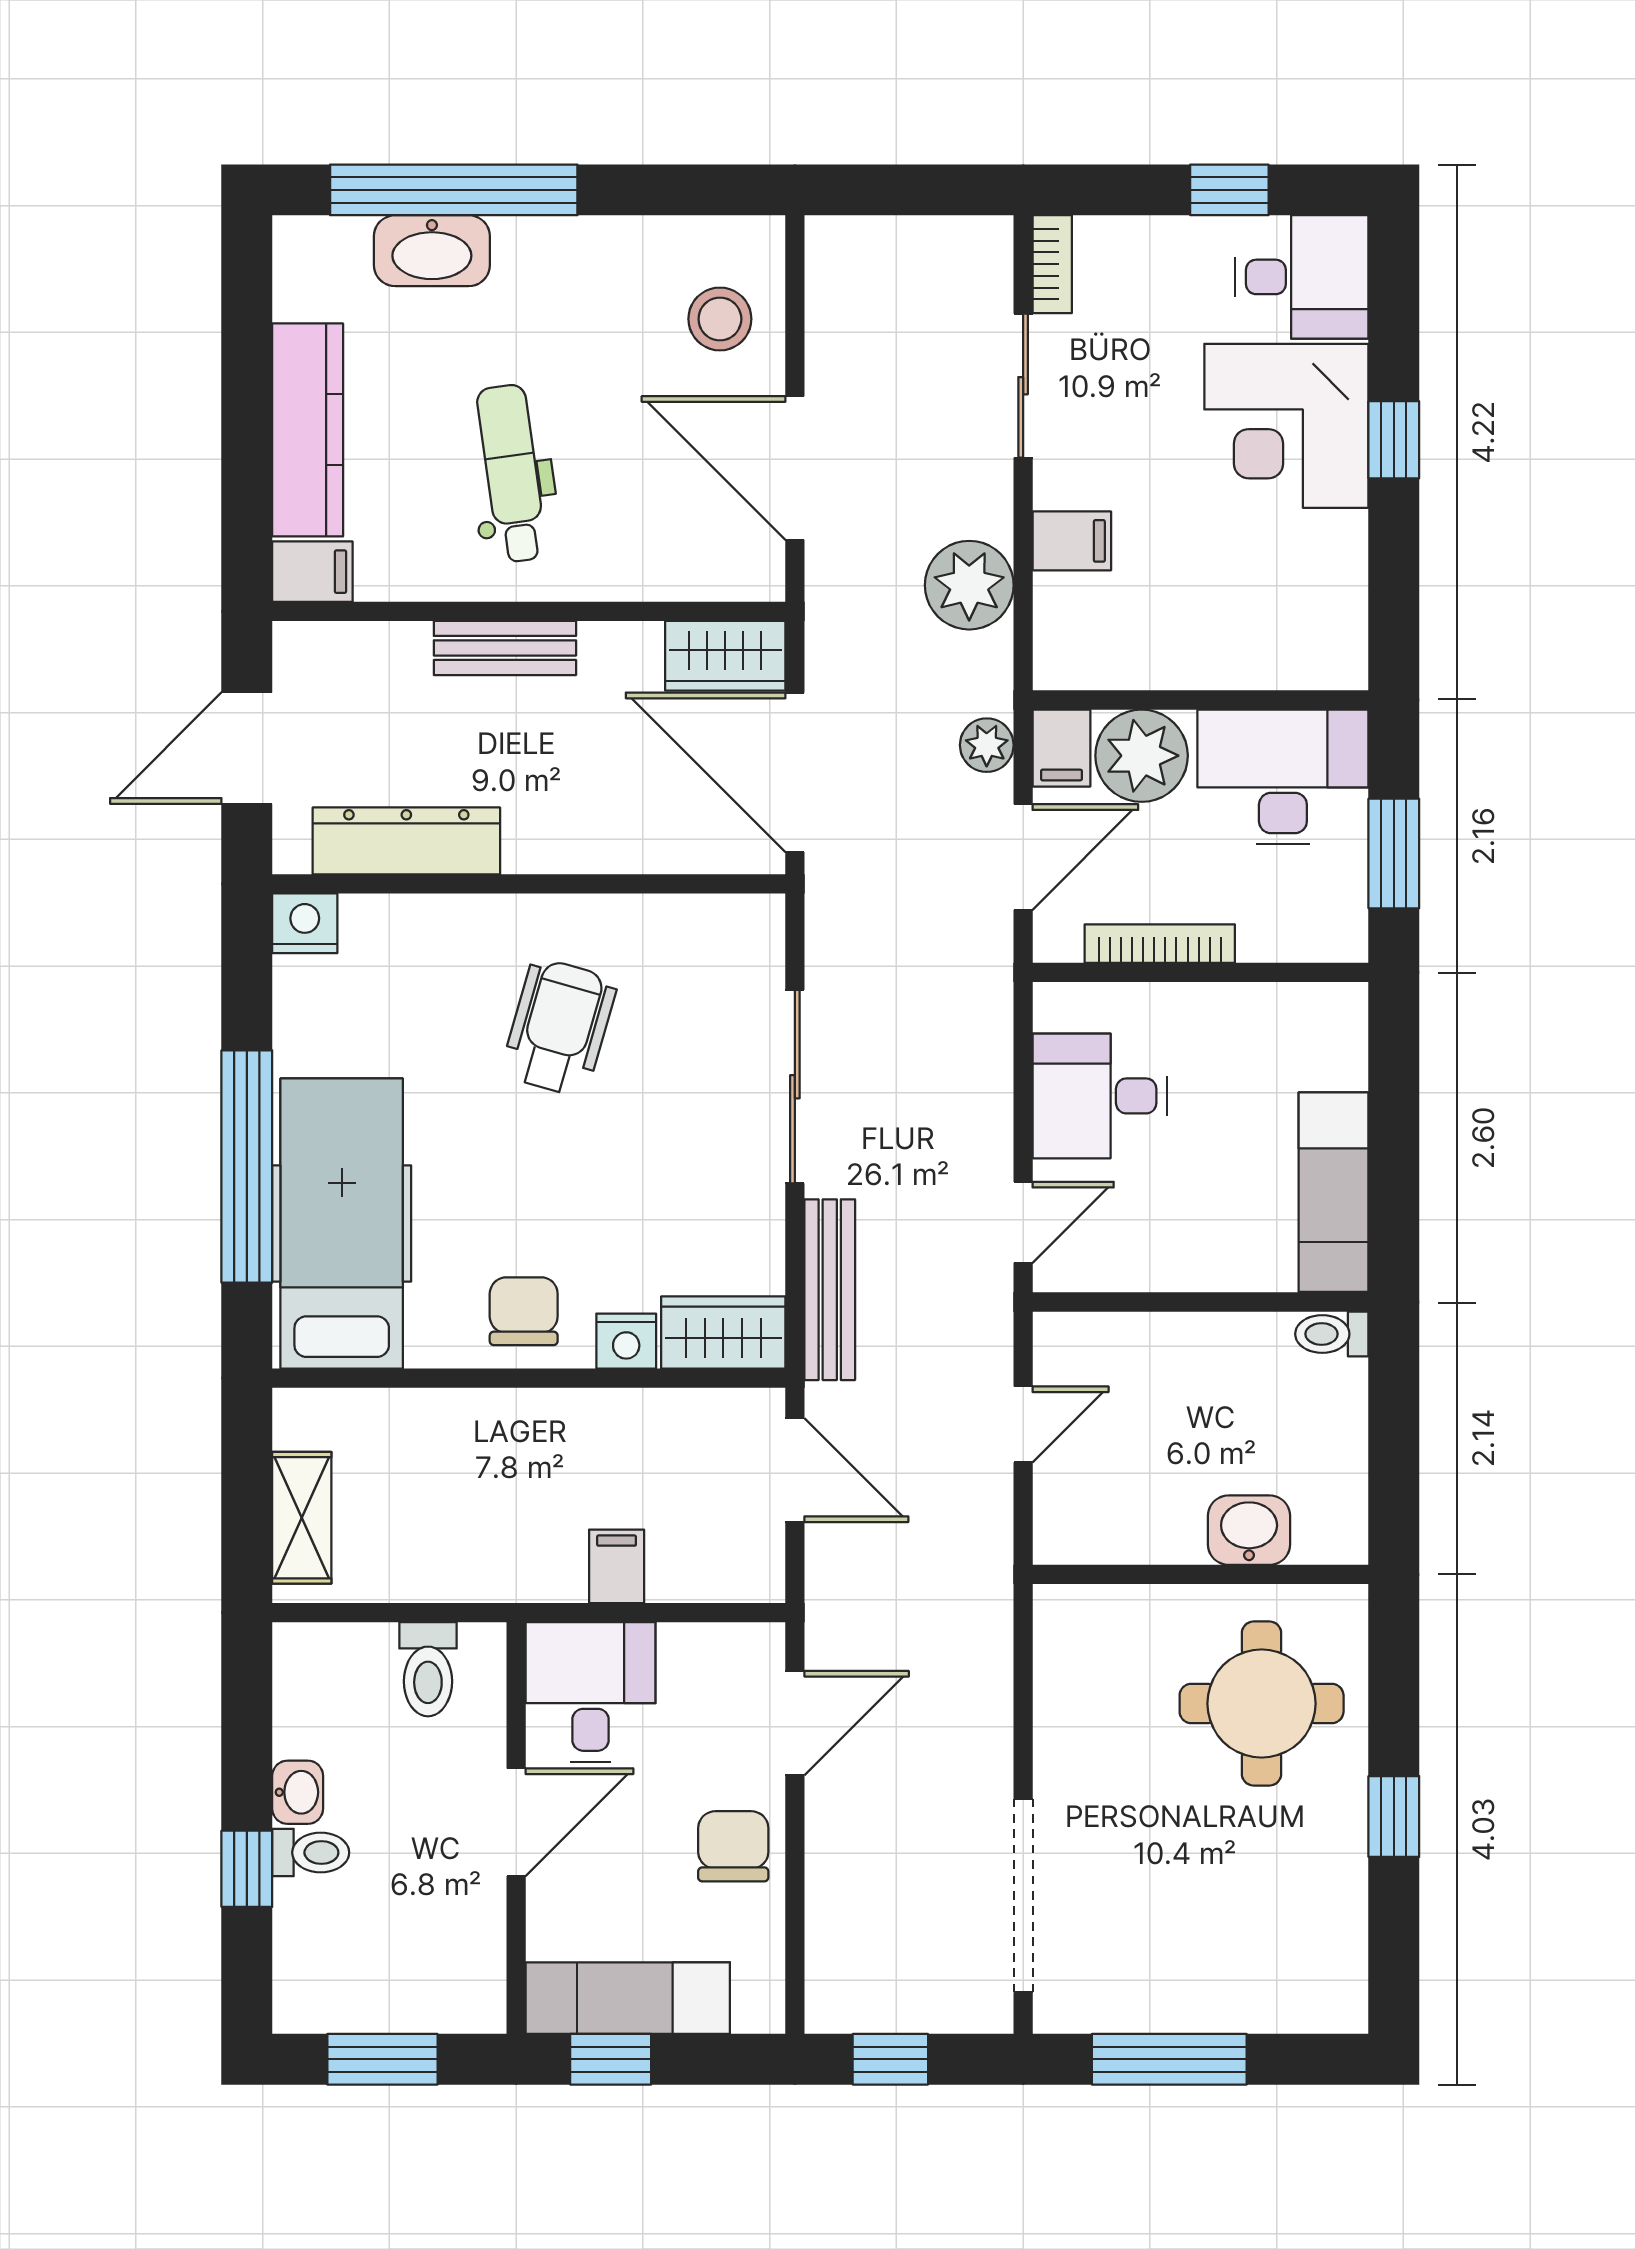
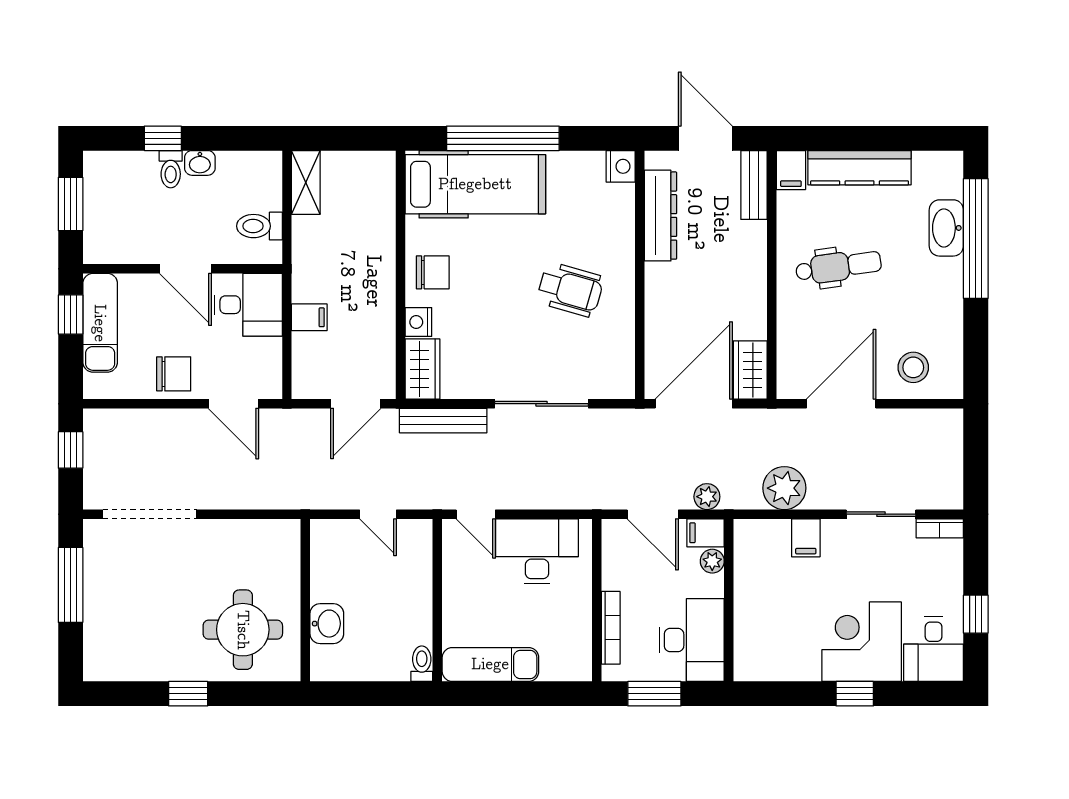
bench: (505, 648) -> (754, 185), moved
plant: (1142, 756) -> (712, 561), width x0.53, depth x0.53
bookcase: (1160, 944) -> (611, 628), moved
desk: (1100, 1096) -> (537, 551), width x1.37
shelving: (302, 1518) -> (306, 182), moved, turned 90

